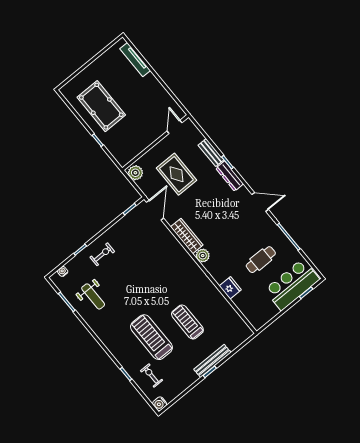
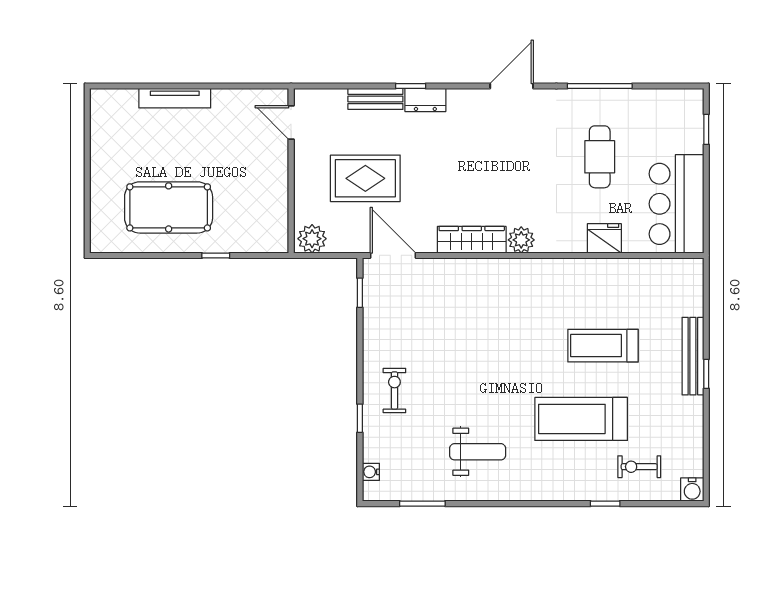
tv unit: (135, 60) -> (175, 98), moved
dresser: (230, 176) -> (425, 100), width x0.70
bar counter: (292, 285) -> (676, 204), moved
weight bench: (93, 296) -> (478, 452), moved

